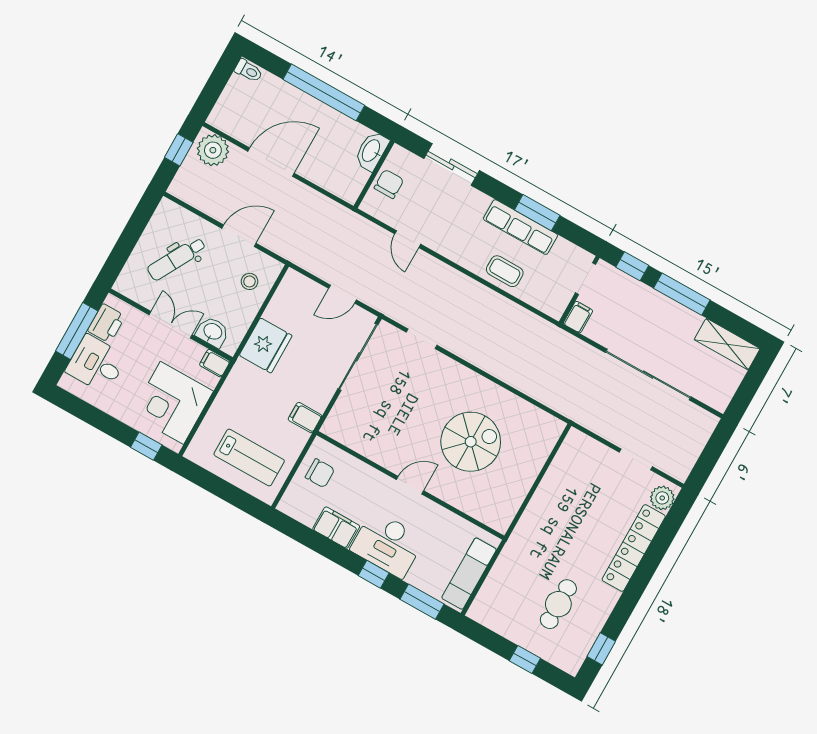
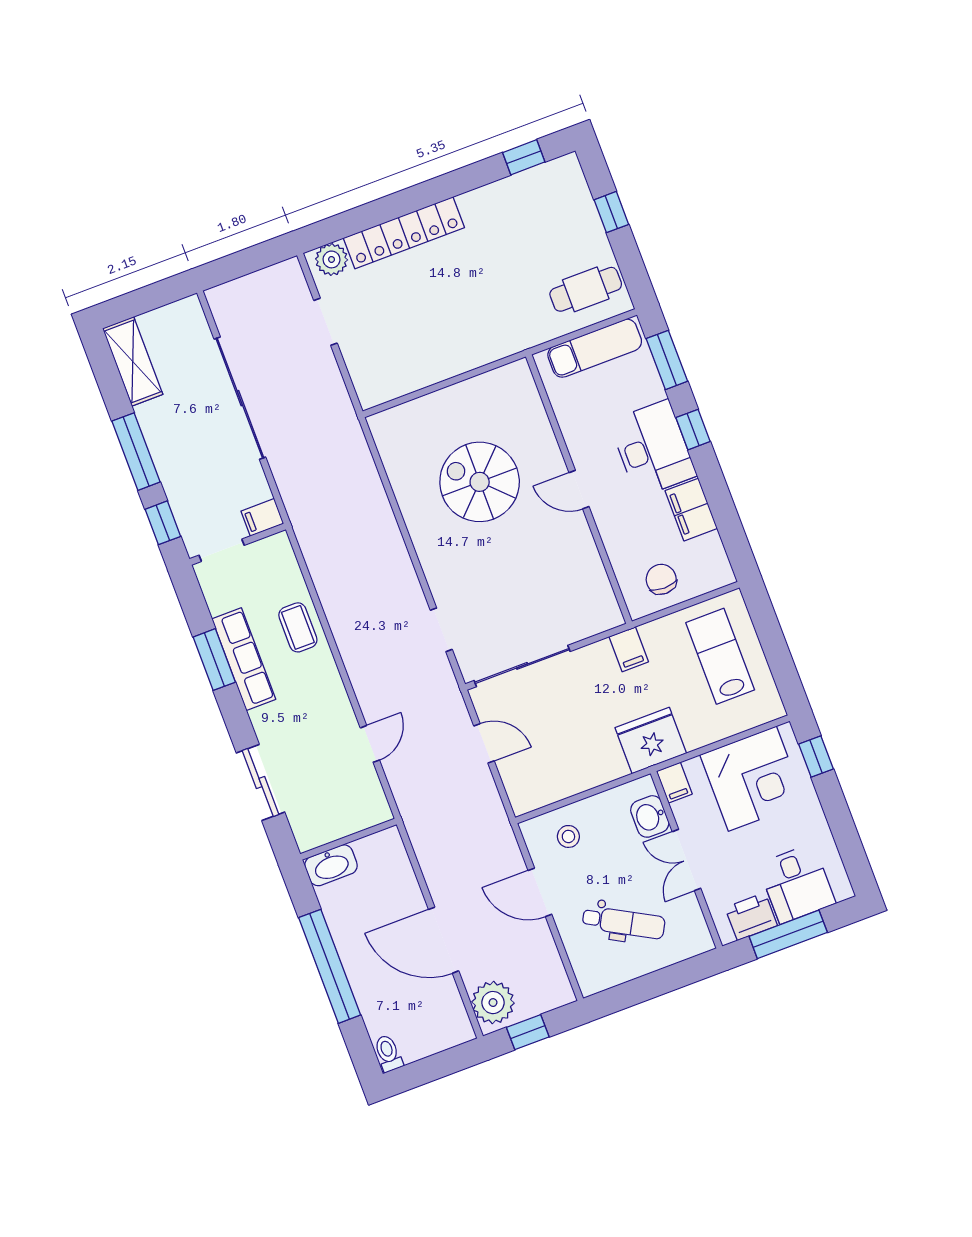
chair: (389, 184) -> (342, 816), removed
fridge: (266, 345) -> (651, 740), moved
cafe table: (558, 604) -> (586, 289), moved

